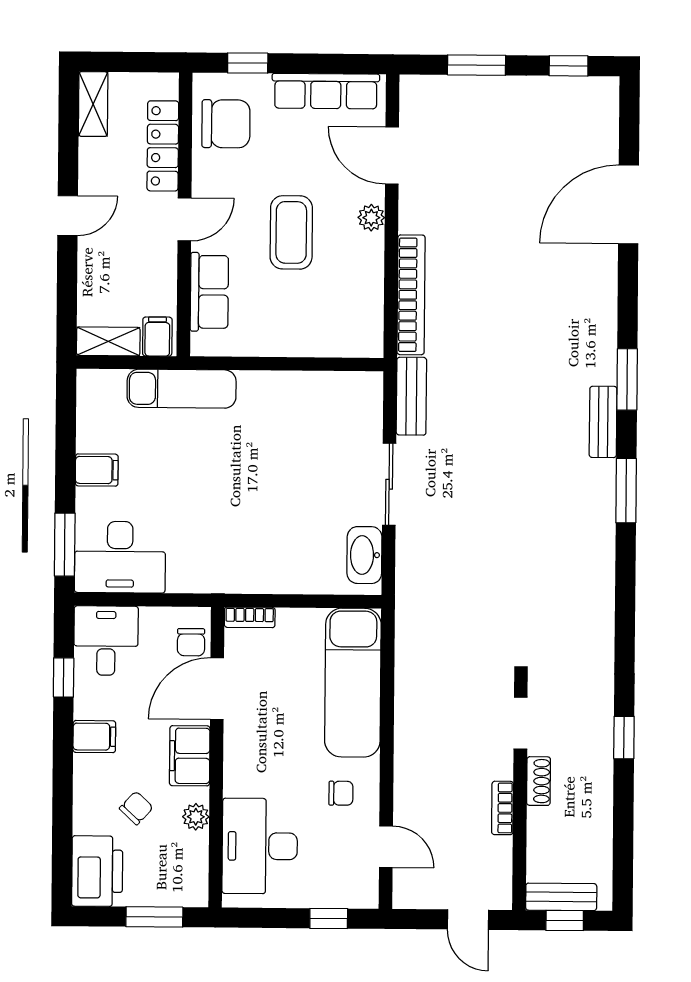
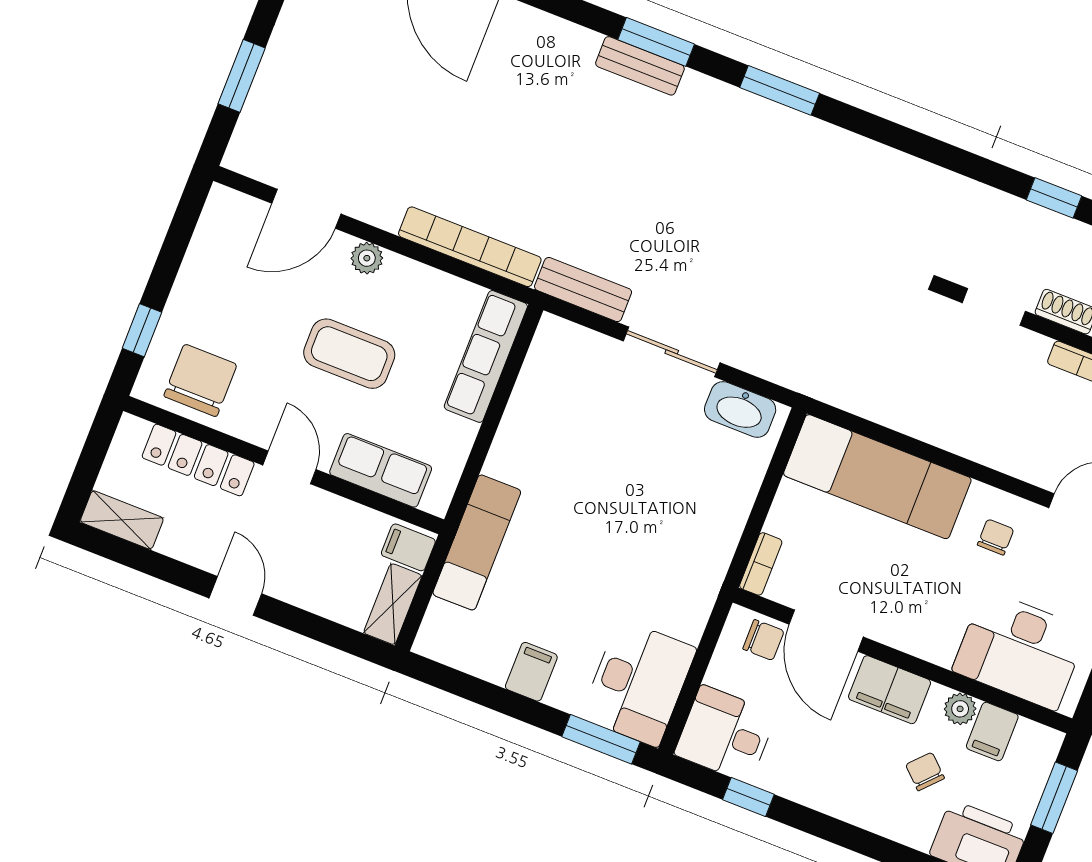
row of seats: (326, 91) -> (486, 356), moved, turned 180
bench: (603, 422) -> (640, 66), moved
filing cabinet: (94, 737) -> (992, 732), moved, turned 180

